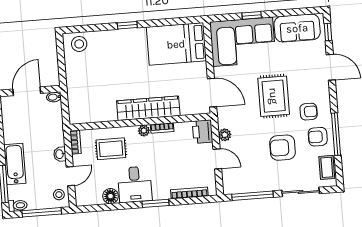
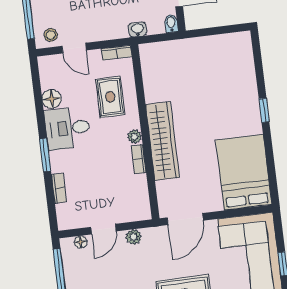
stool: (79, 44) -> (238, 52), removed
printer: (203, 132) -> (136, 209), removed
washbasin: (60, 154) -> (137, 29), moved
floor lamp: (227, 178) -> (81, 242), added
bookcase: (189, 193) -> (59, 188), width x0.64

